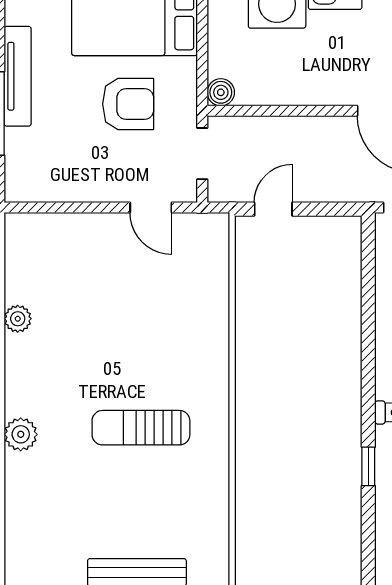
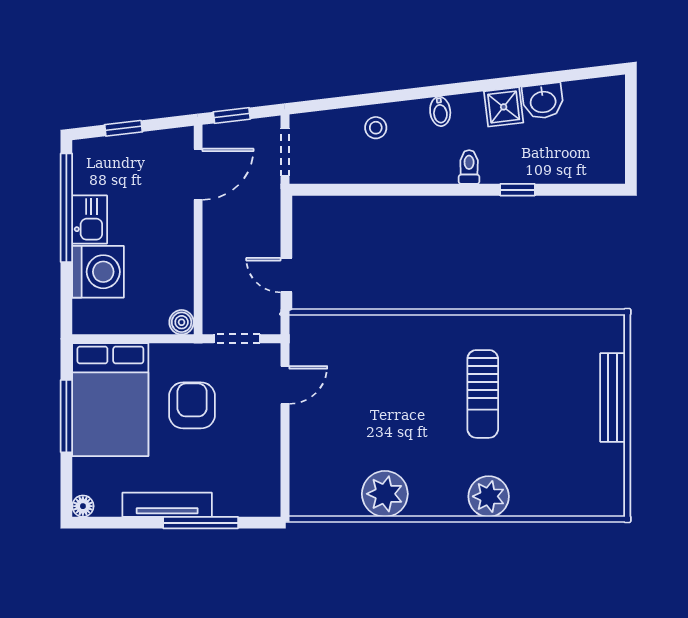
plant: (18, 319) -> (385, 494), width x1.88, depth x1.88
plant: (21, 434) -> (489, 496), width x1.36, depth x1.36

